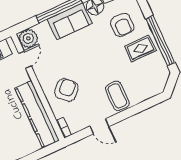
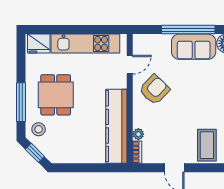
plant: (28, 38) -> (138, 134), moved, width x0.53, depth x0.53
armchair: (66, 90) -> (154, 90), moved

